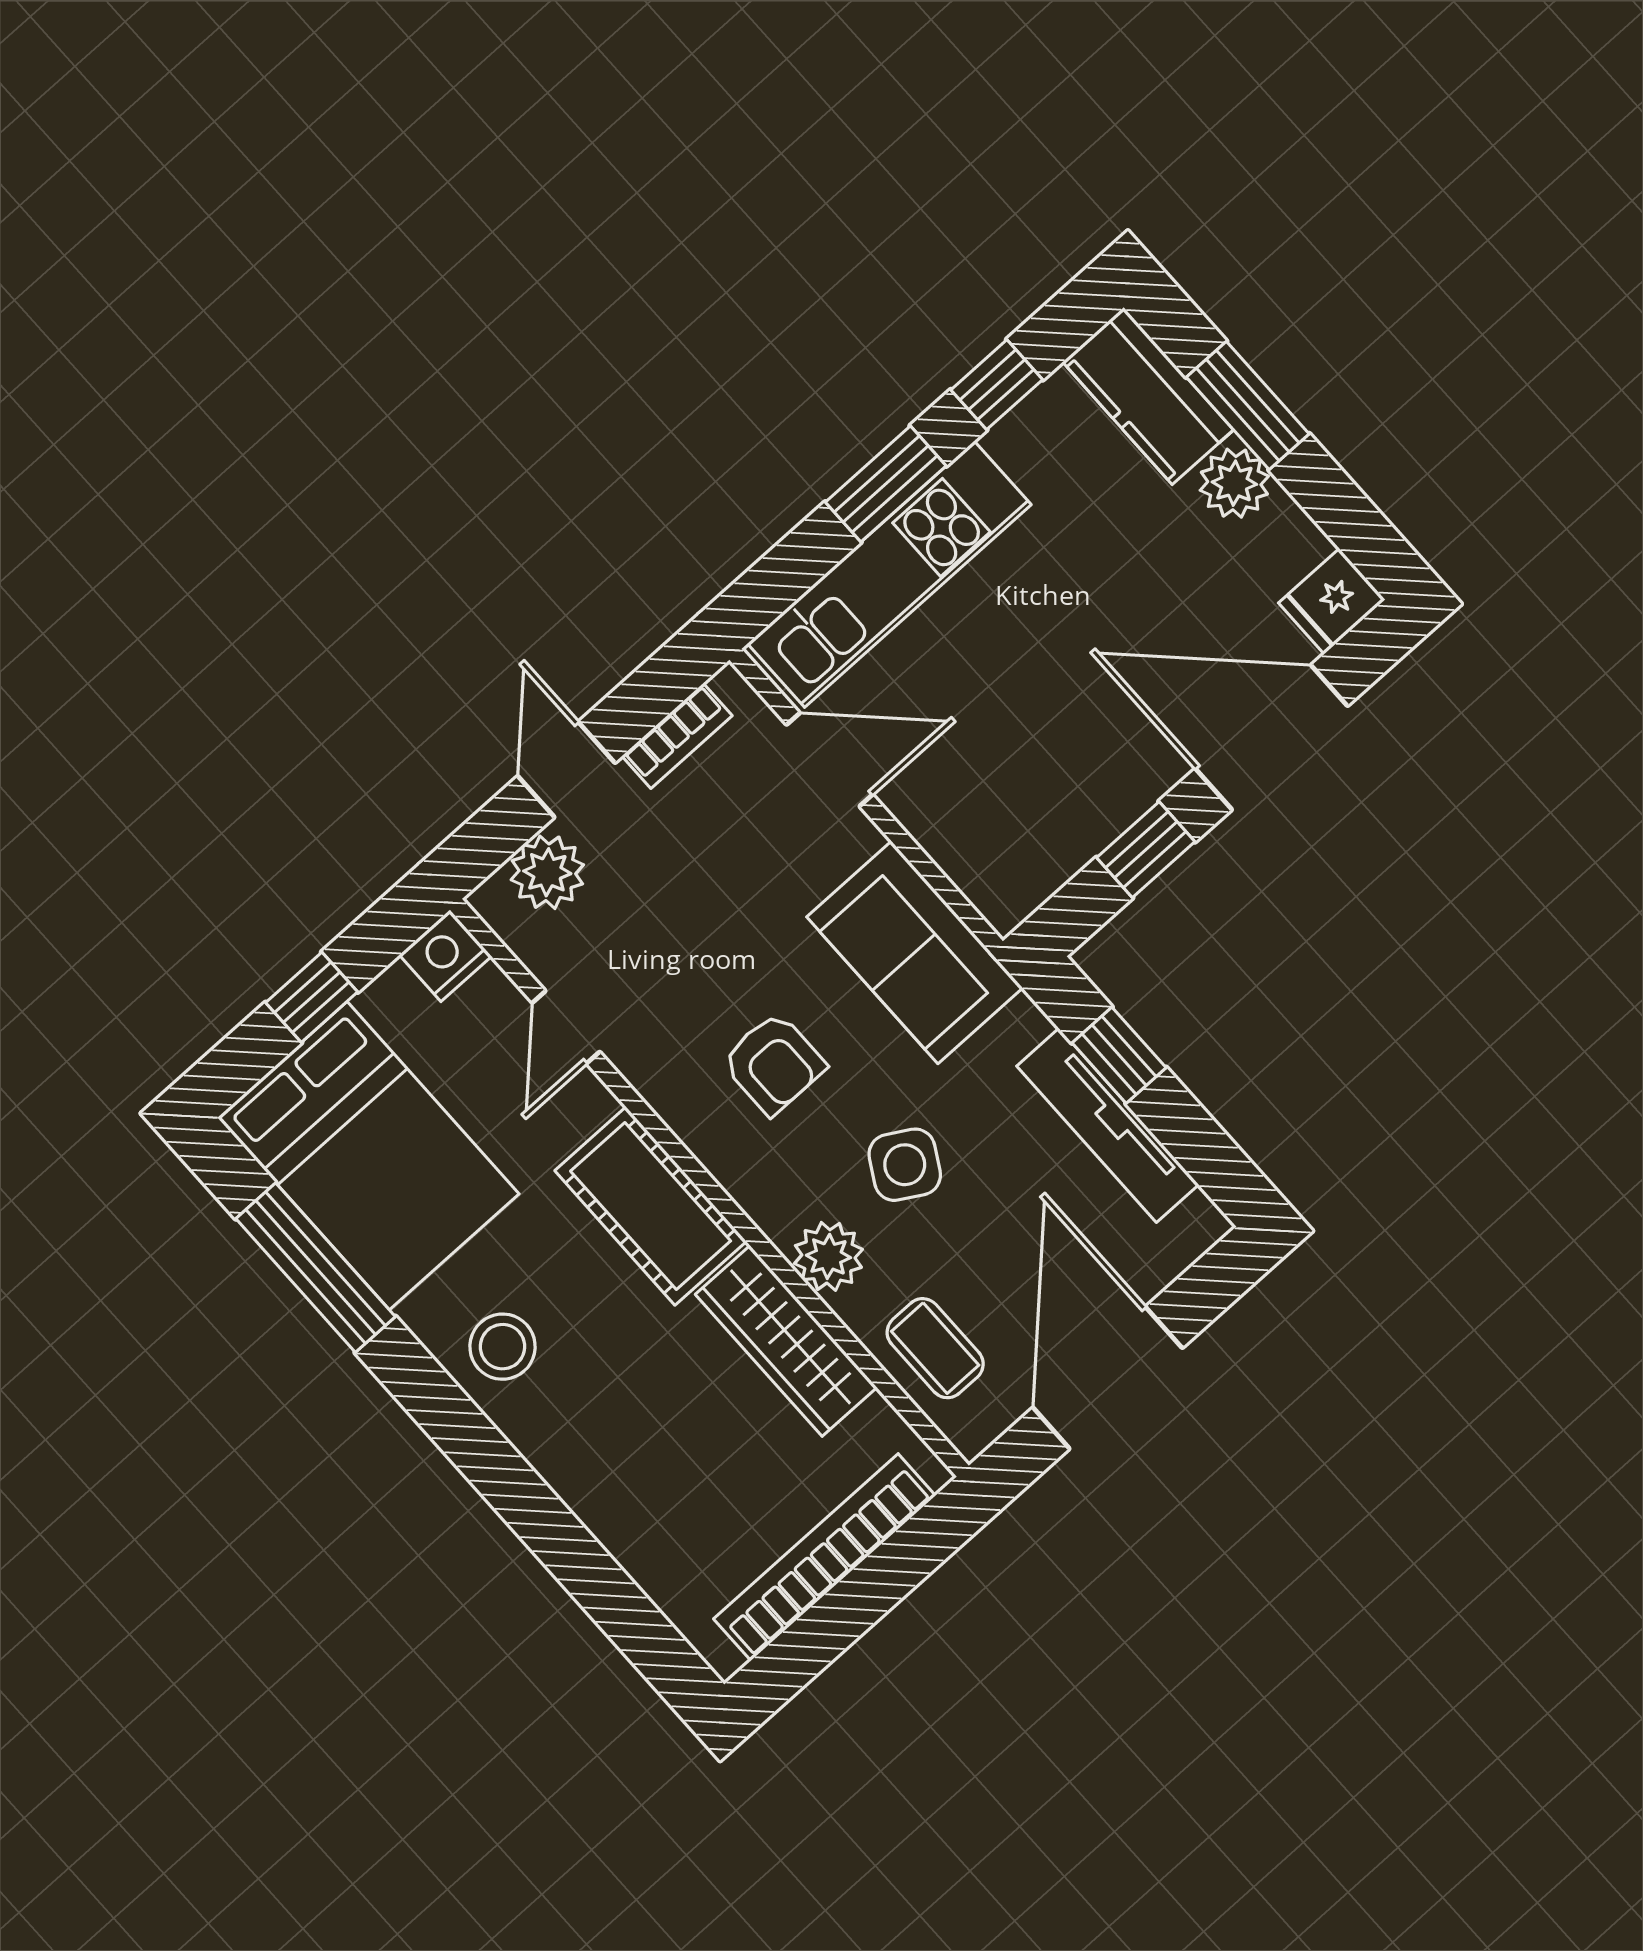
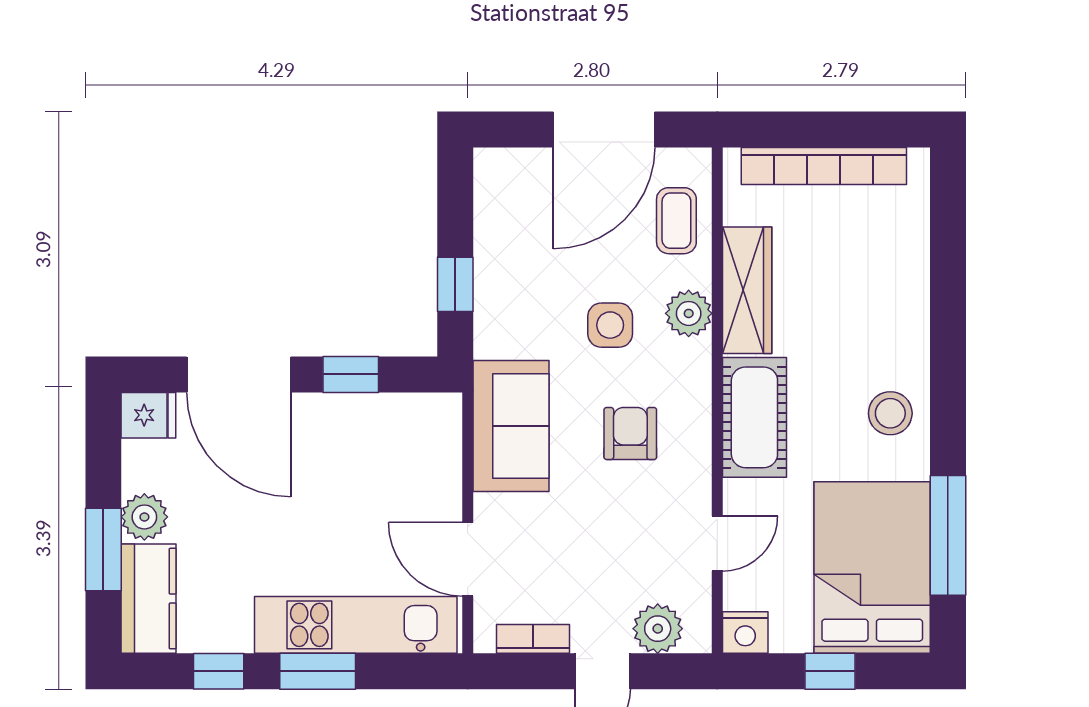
tv unit: (1108, 1125) -> (492, 255), removed
side table: (905, 1165) -> (610, 325), turned -30

